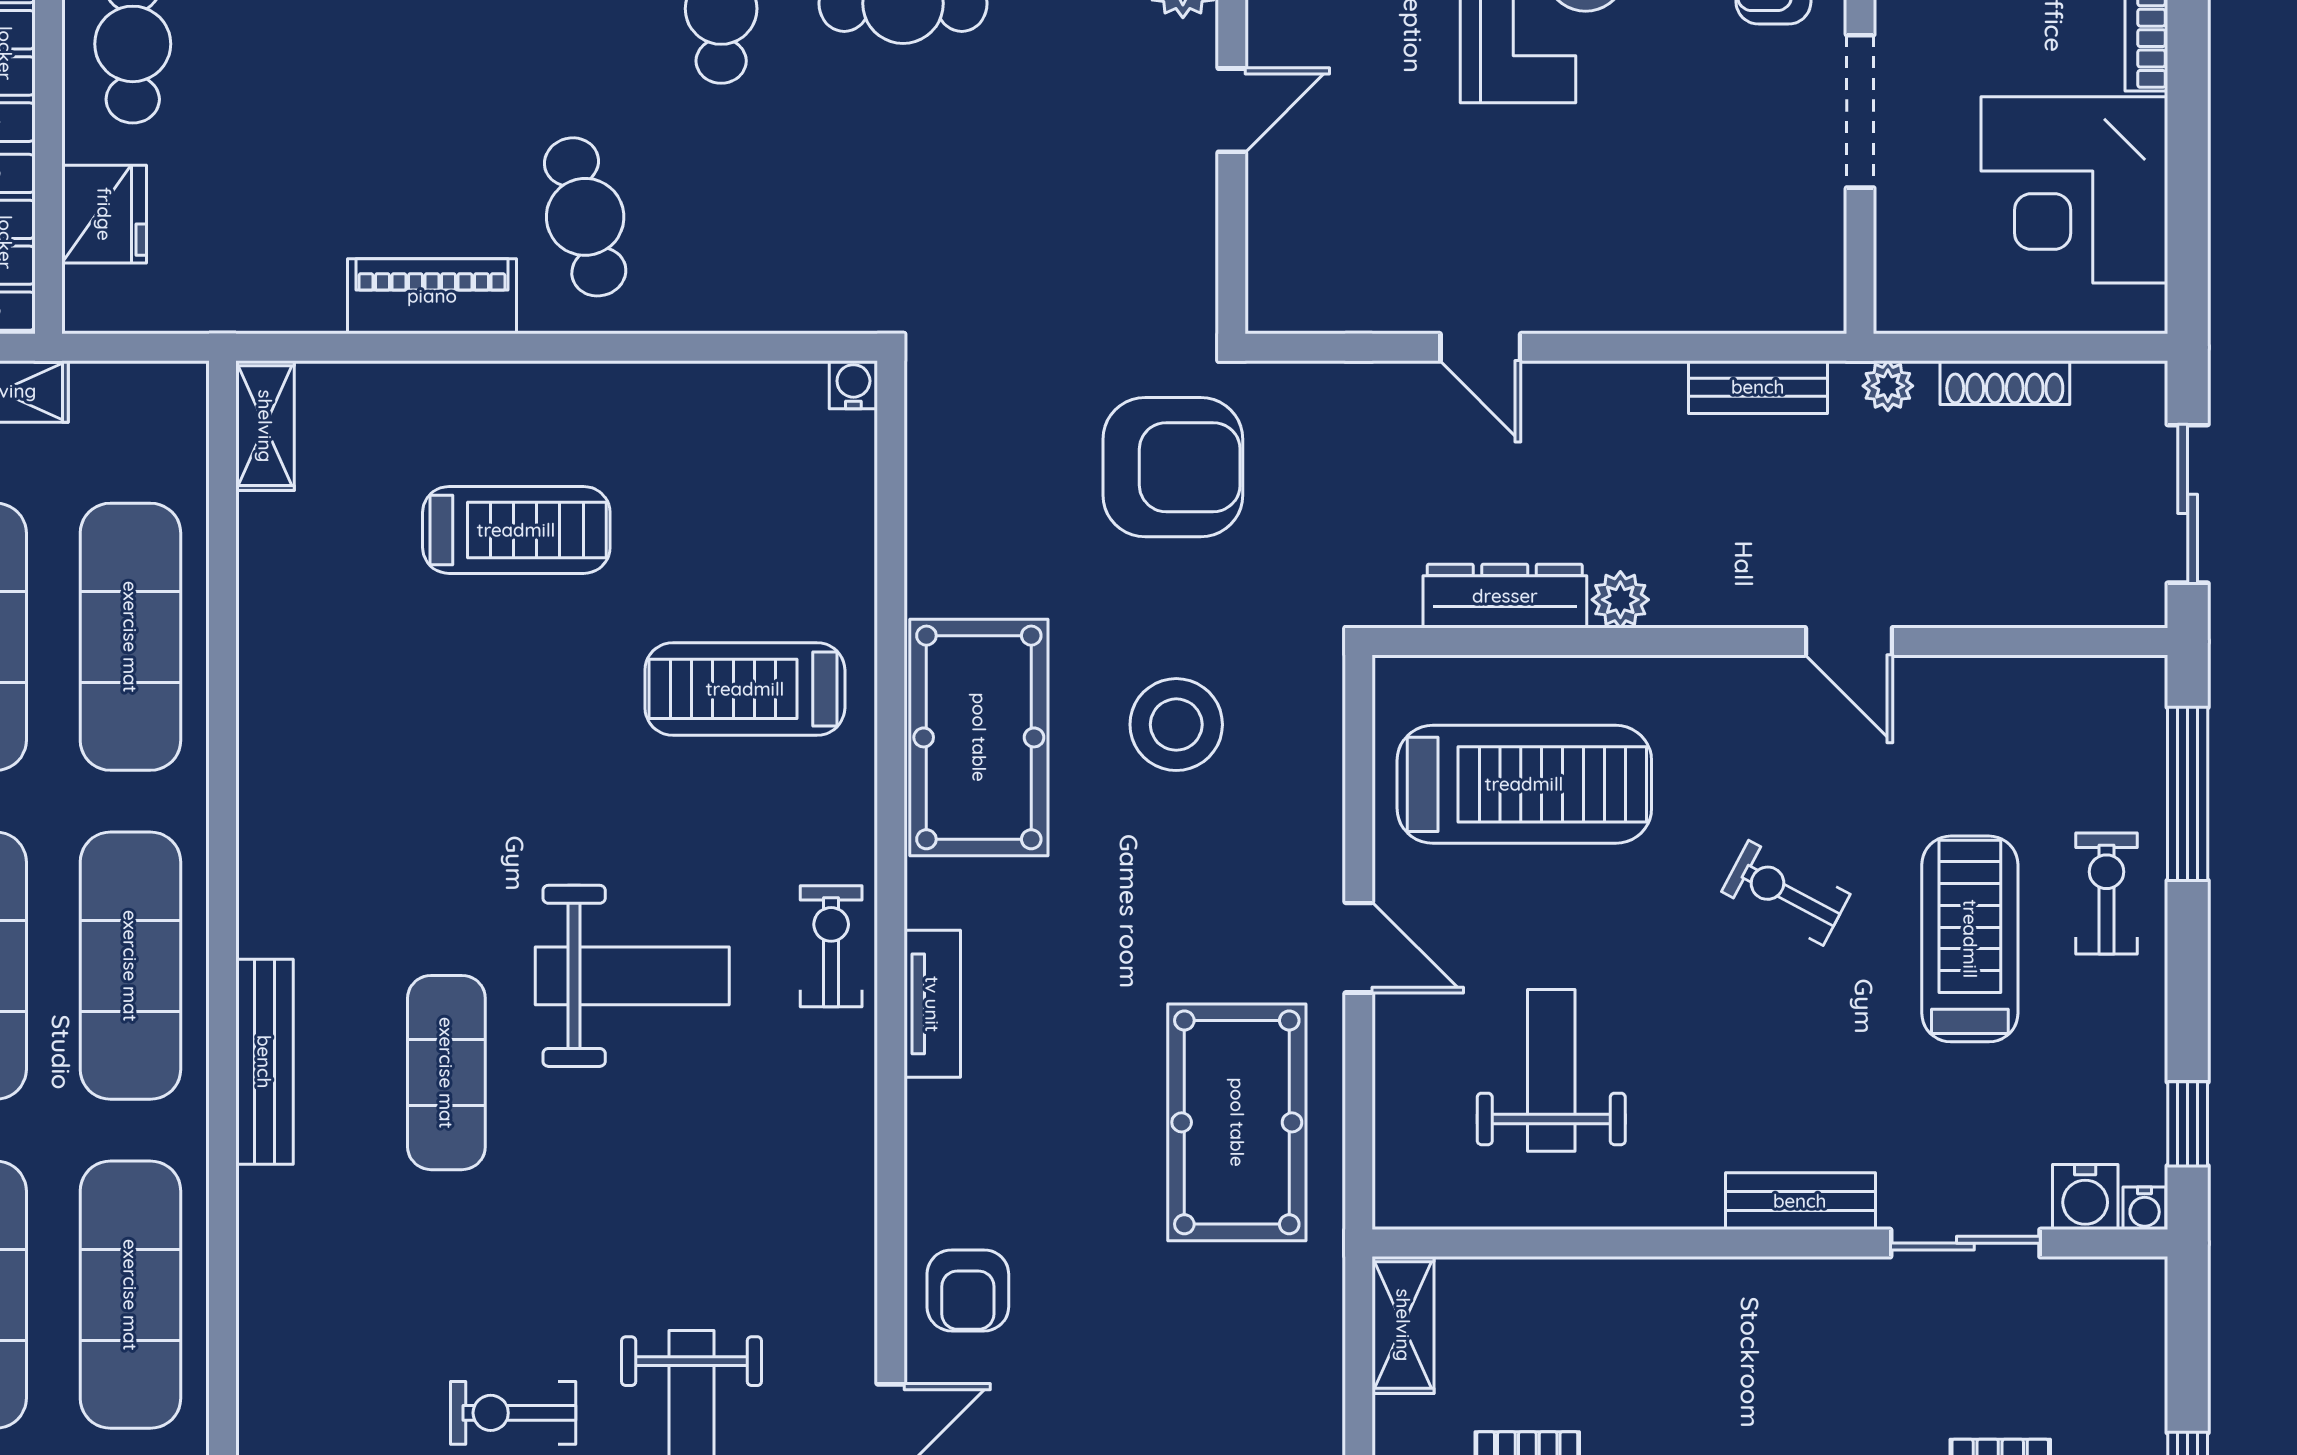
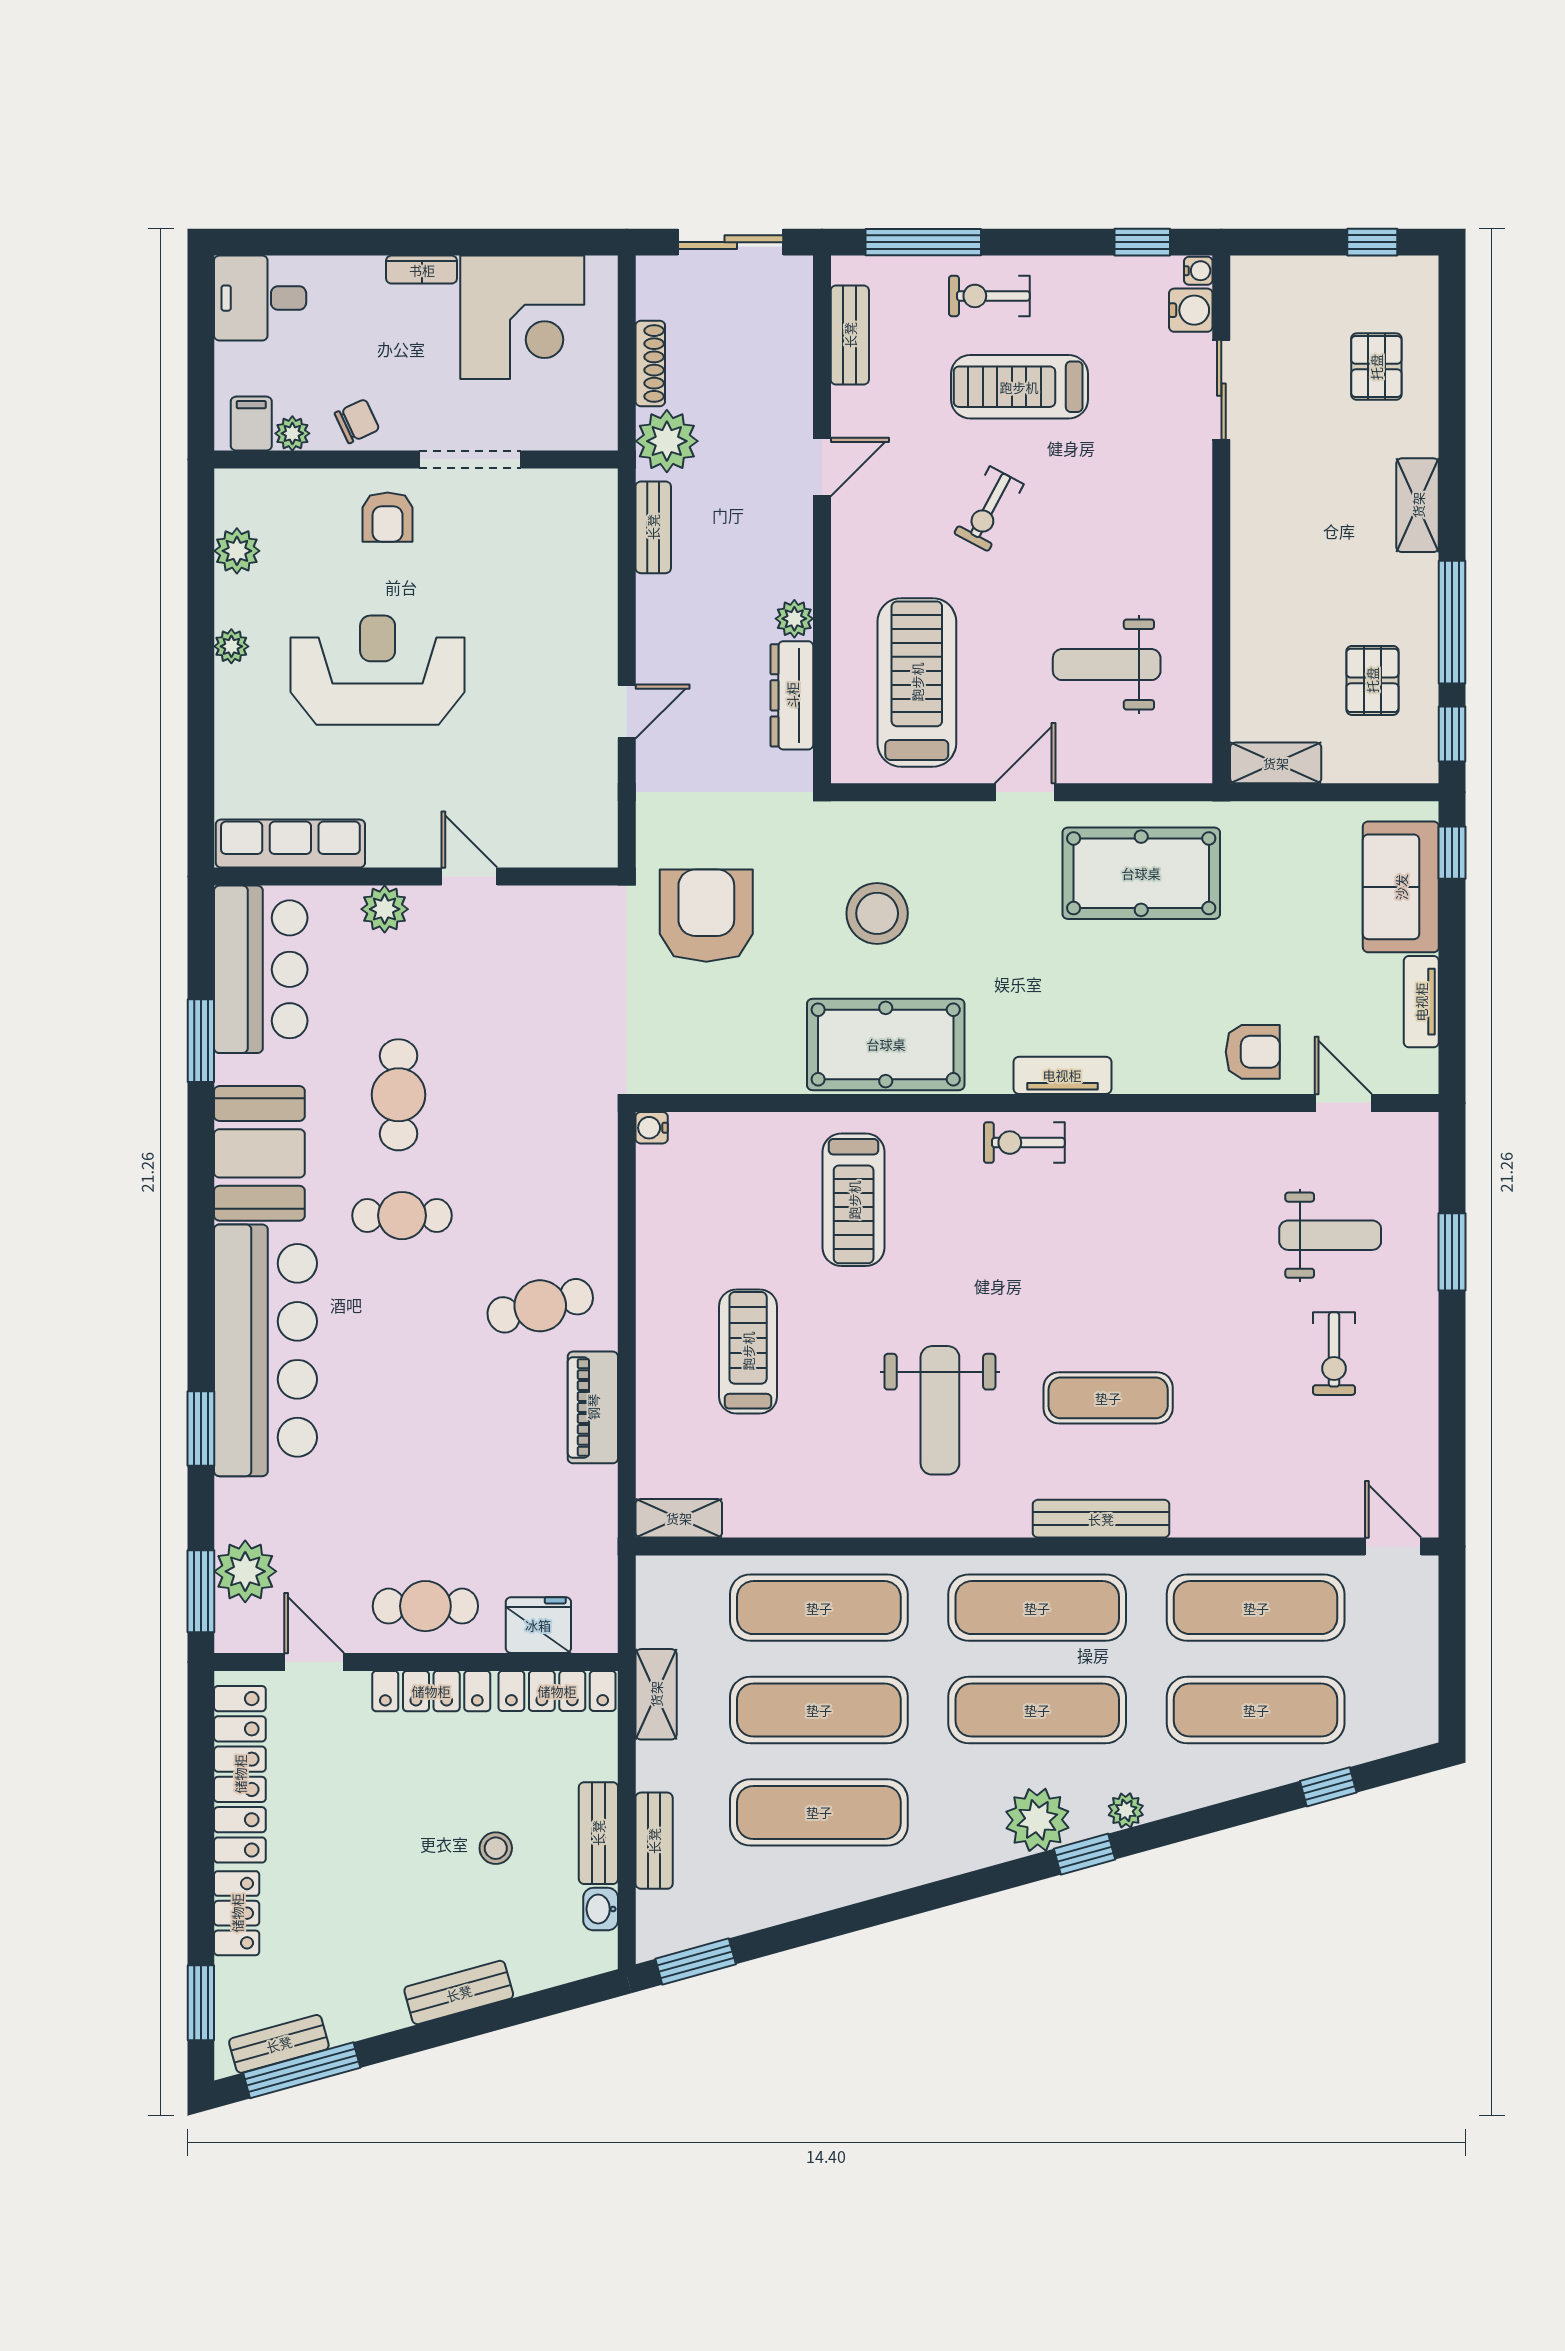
plant: (1888, 386) -> (667, 441), width x1.87, depth x1.87
weight bench: (632, 976) -> (940, 1410), moved, turned 180
bench: (1800, 1201) -> (850, 335), moved

